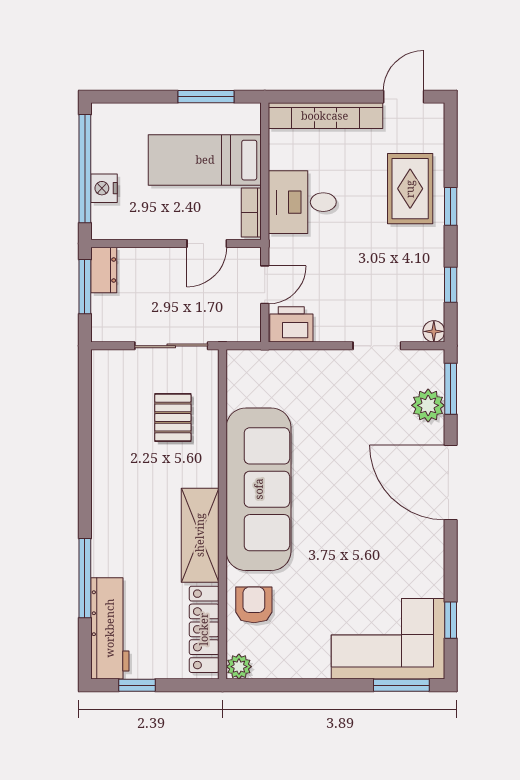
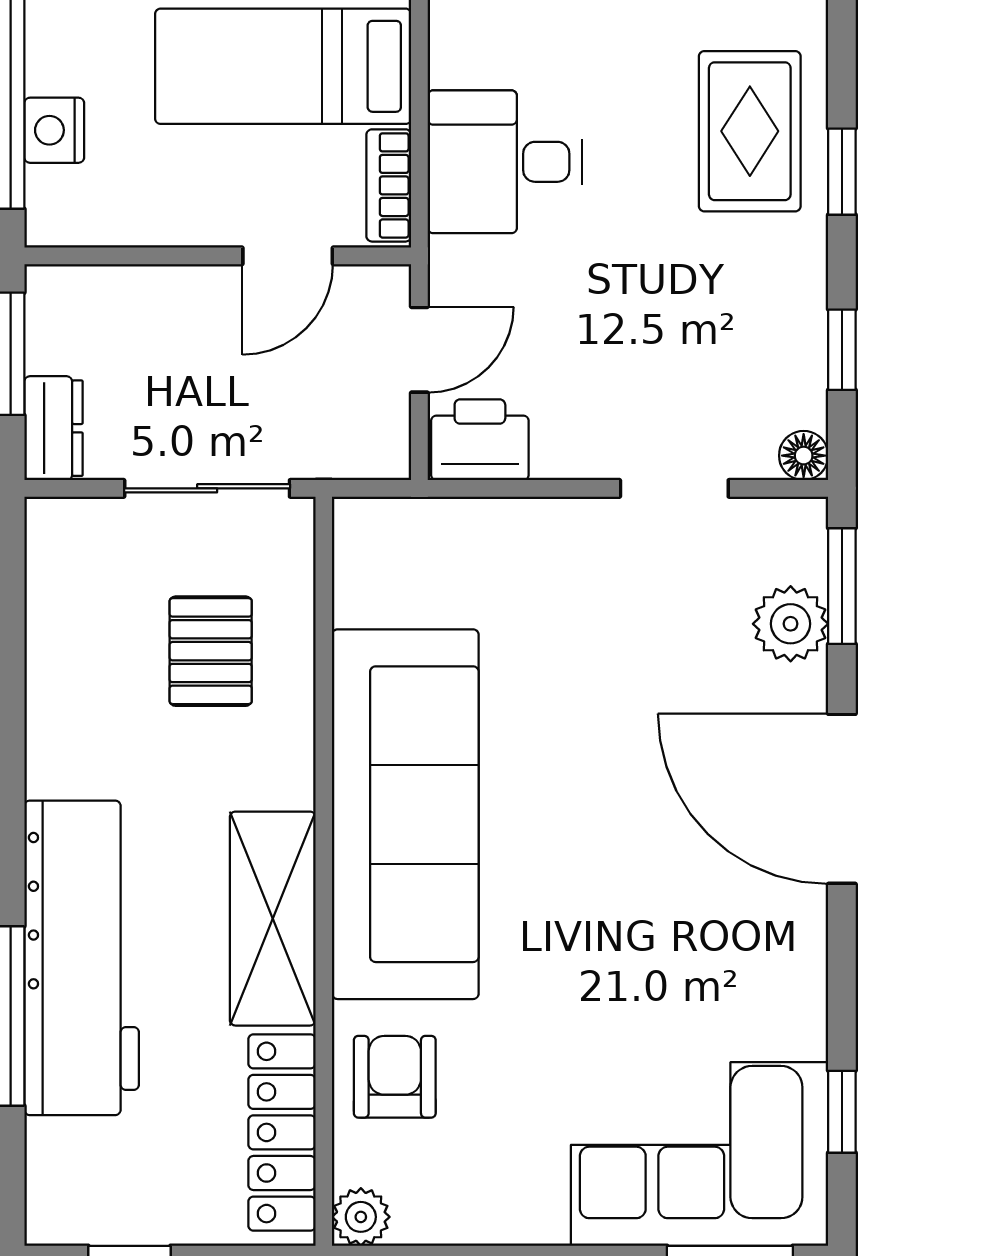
dresser: (104, 270) -> (54, 428), moved
workbench: (110, 628) -> (82, 958), moved, width x1.36, depth x1.32

